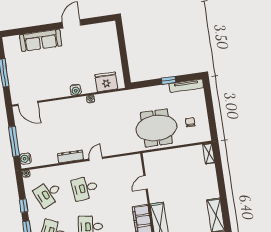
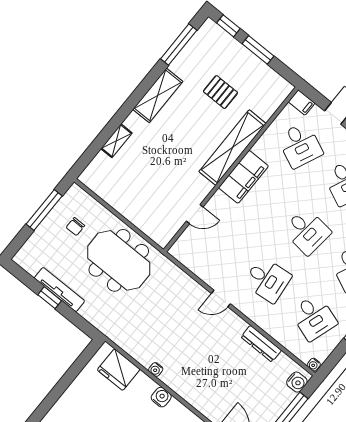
tv unit: (186, 86) -> (59, 290), moved
window: (211, 115) -> (44, 210), added
shelving: (209, 153) -> (116, 141), moved
dresser: (70, 157) -> (261, 344), moved
desk: (48, 194) -> (314, 317), turned 42

